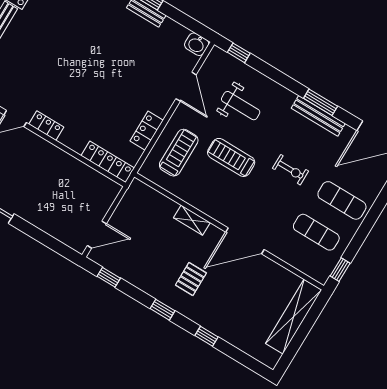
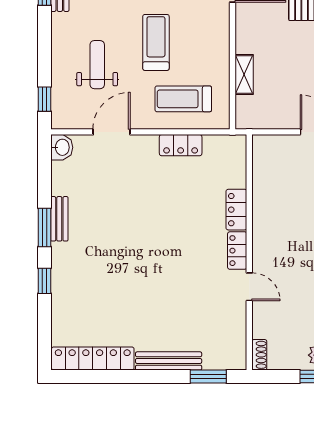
treadmill: (231, 157) -> (156, 42), turned 180
locker: (108, 162) -> (236, 210), moved, width x0.66
shelving: (192, 220) -> (244, 75), moved

